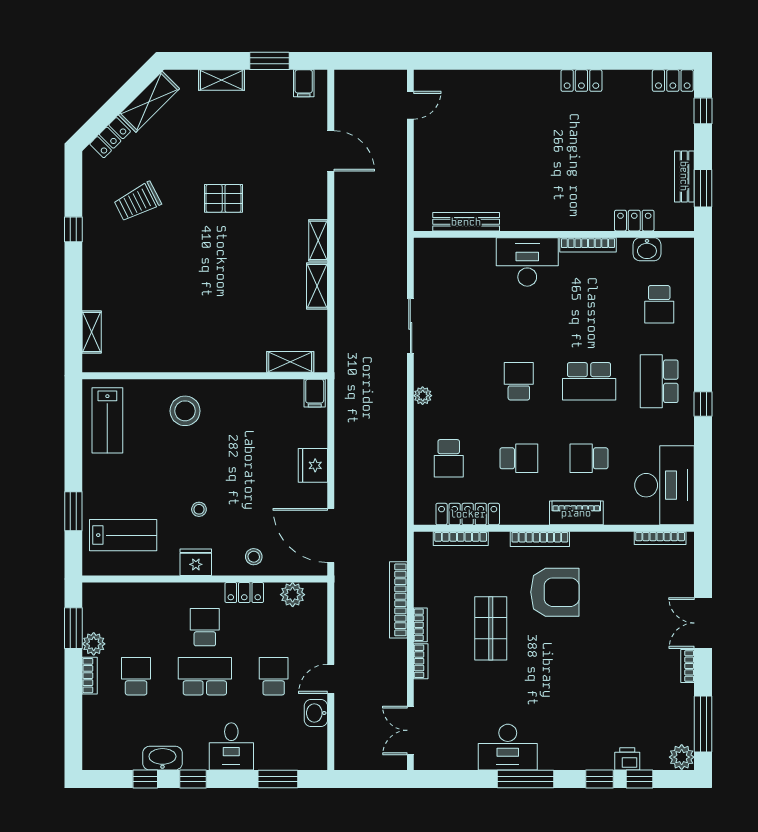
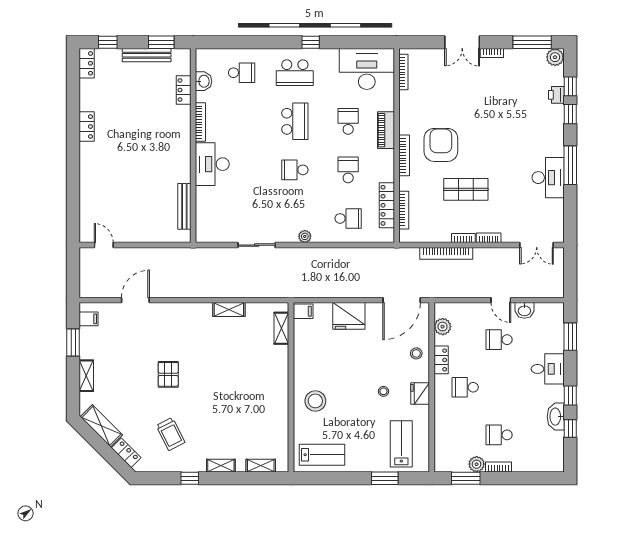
bench: (684, 176) -> (147, 55), width x1.36
shelving: (318, 240) -> (221, 466), moved
school desk: (589, 458) -> (348, 121), turned 180
fridge: (313, 465) -> (349, 316), width x1.36, depth x1.34
school desk: (205, 676) -> (499, 387), removed

